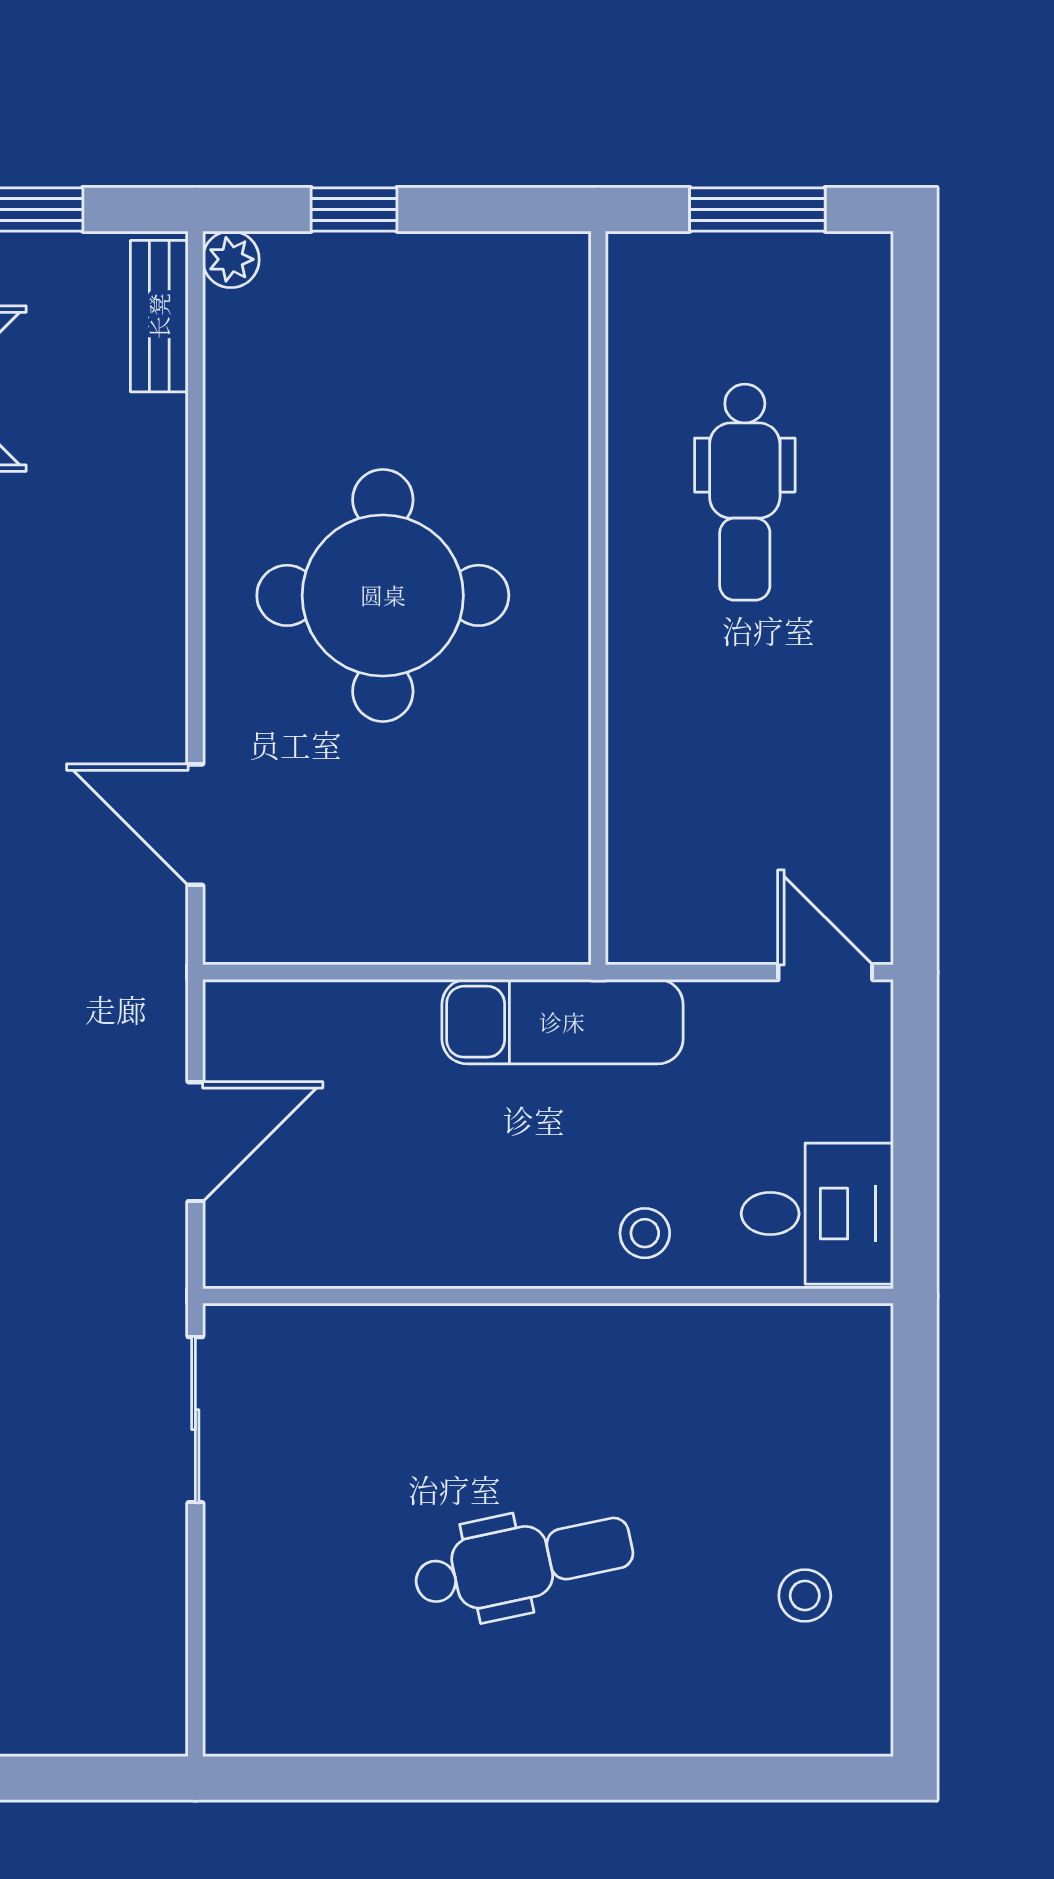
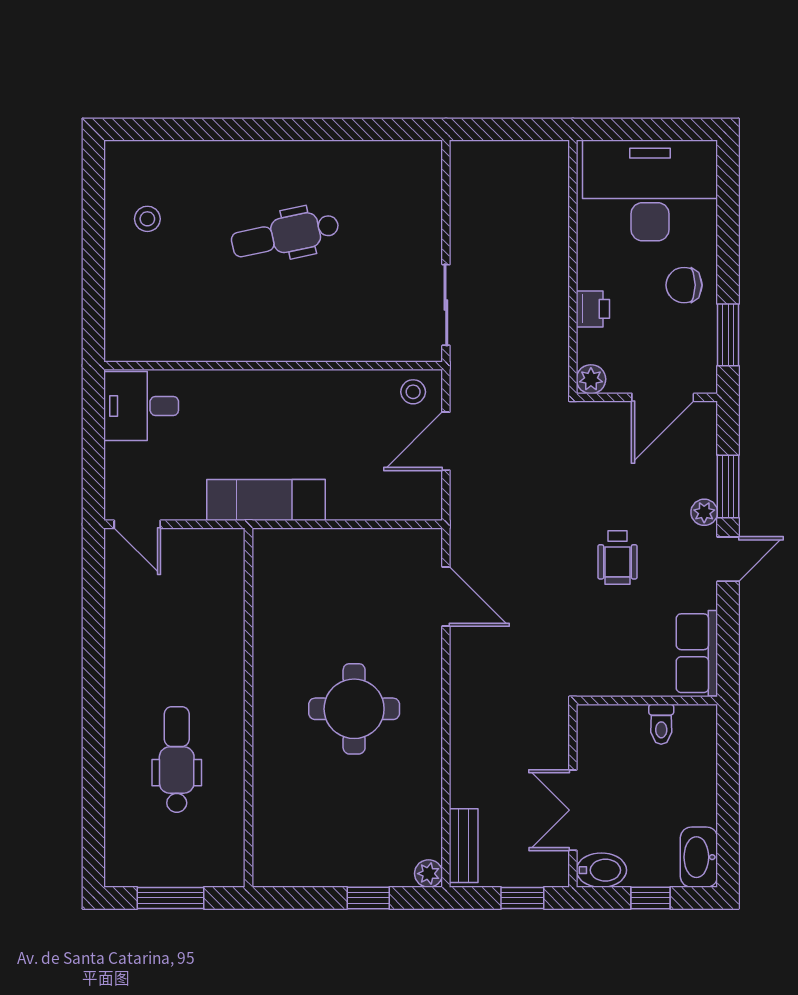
round table: (383, 595) -> (354, 709), width x0.73, depth x0.73
stool: (645, 1233) -> (413, 392), moved

